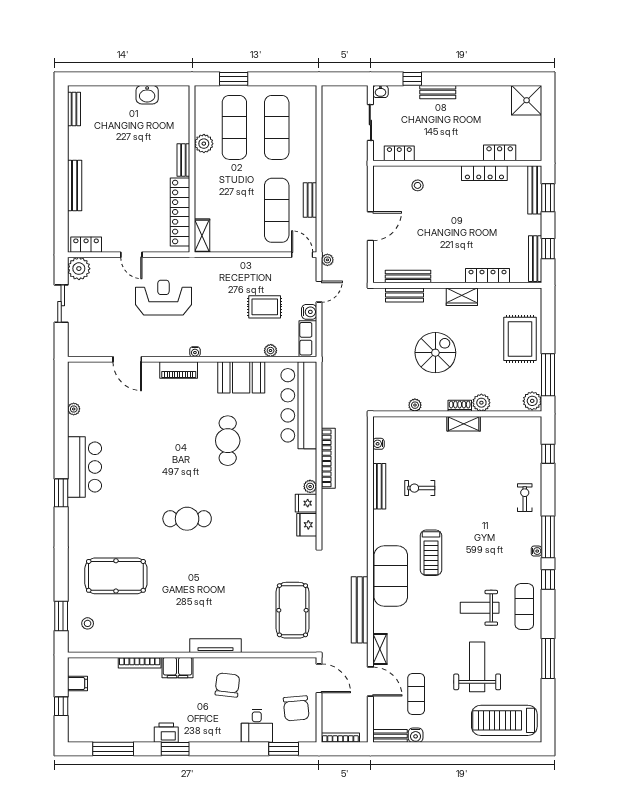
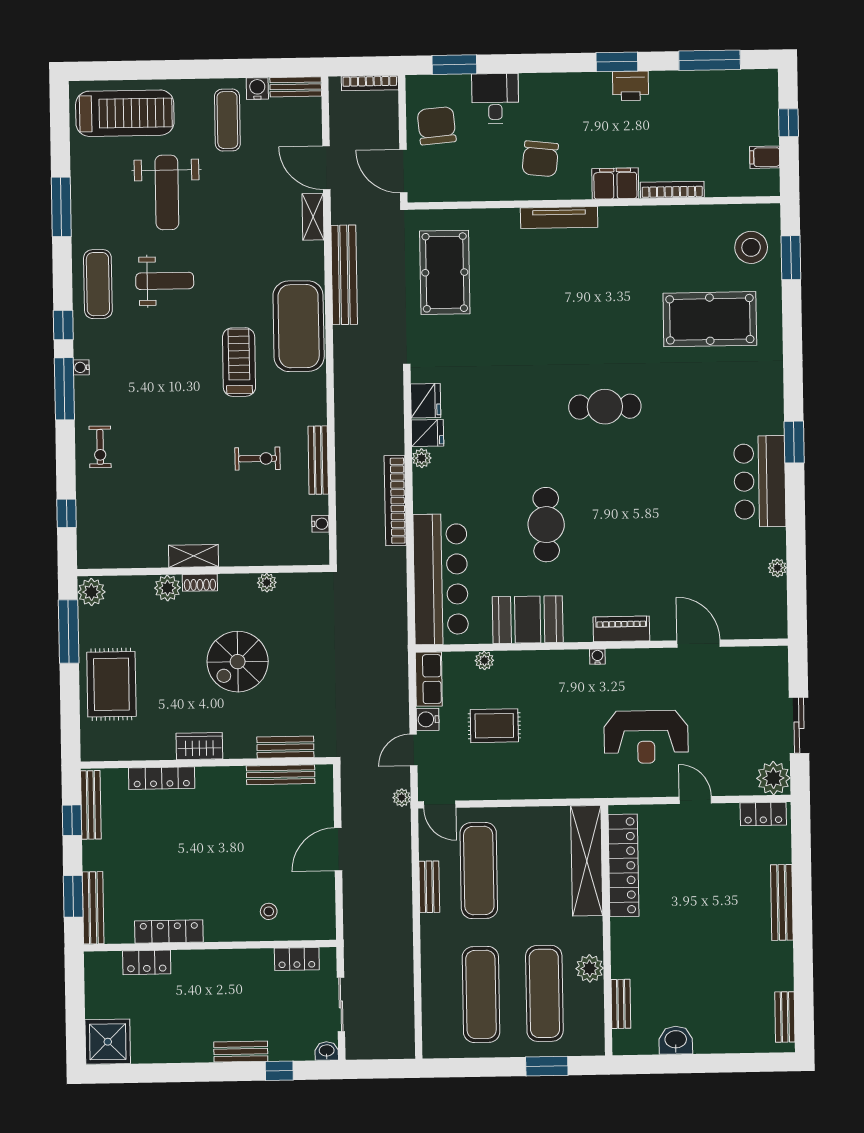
bench: (183, 160) -> (621, 1004), moved
shelving: (202, 236) -> (587, 861), width x2.20, depth x1.33
stool: (88, 623) -> (751, 247), width x1.89, depth x1.89
exercise mat: (416, 694) -> (227, 120), moved

